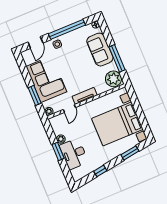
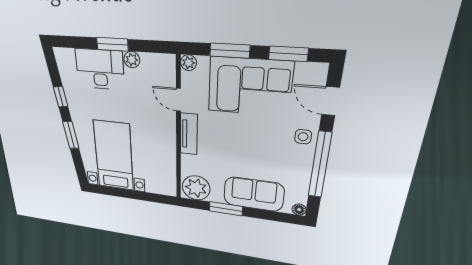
window: (117, 58) -> (226, 209), width x0.69
window: (24, 71) -> (288, 54), added
bed with nightstands: (117, 124) -> (114, 156), width x0.73
window: (130, 153) -> (71, 135), moved

